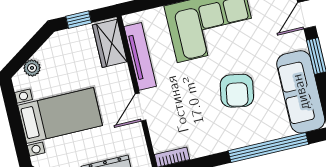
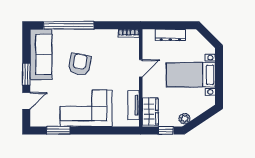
tv unit: (140, 56) -> (134, 105), width x0.71
plant: (32, 68) -> (185, 119), moved

